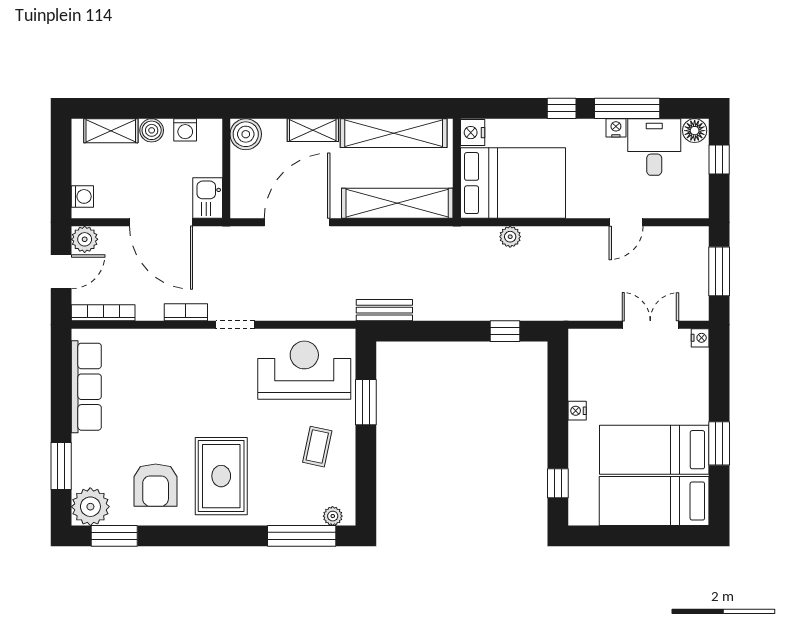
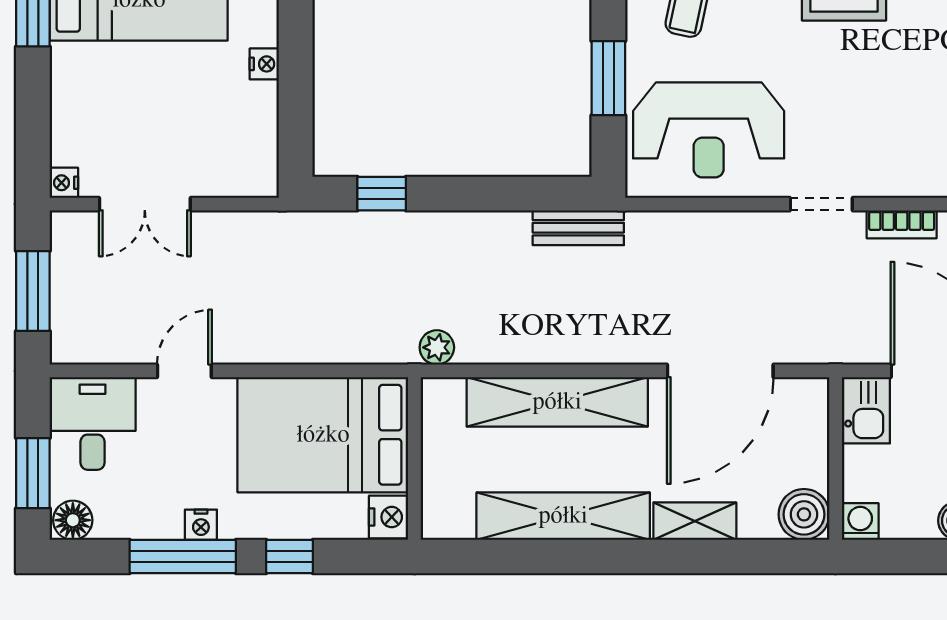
washing machine: (185, 130) -> (860, 521), moved
nightstand: (473, 133) -> (389, 517), moved
desk: (654, 147) -> (93, 423), moved, turned 180
window: (719, 160) -> (33, 473), width x1.50
wall: (457, 169) -> (414, 458), moved
bed: (513, 183) -> (323, 435), moved
plant: (510, 237) -> (437, 347), moved

